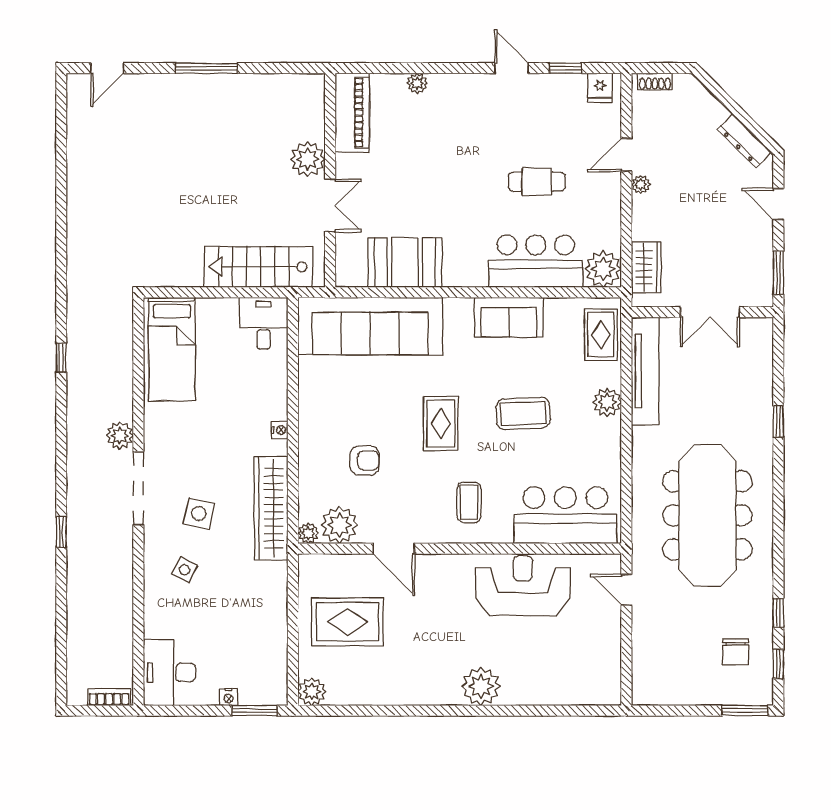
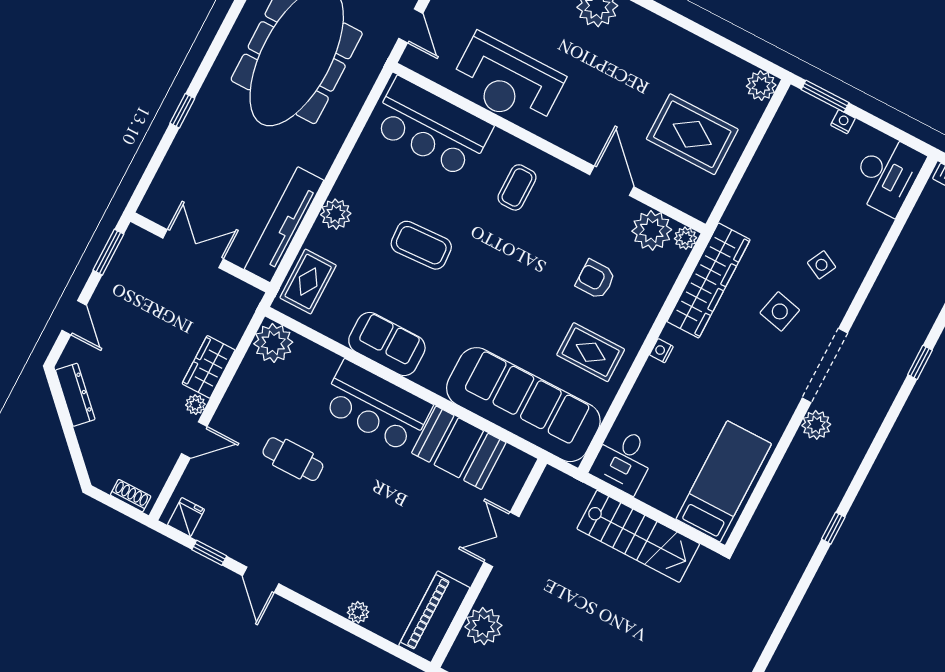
plant: (308, 159) -> (483, 626), moved
bar counter: (536, 261) -> (376, 406), moved
stairs: (259, 267) -> (638, 536), moved
wardrobe: (646, 267) -> (209, 367), moved
rug: (441, 424) -> (591, 352), moved, turned 90

